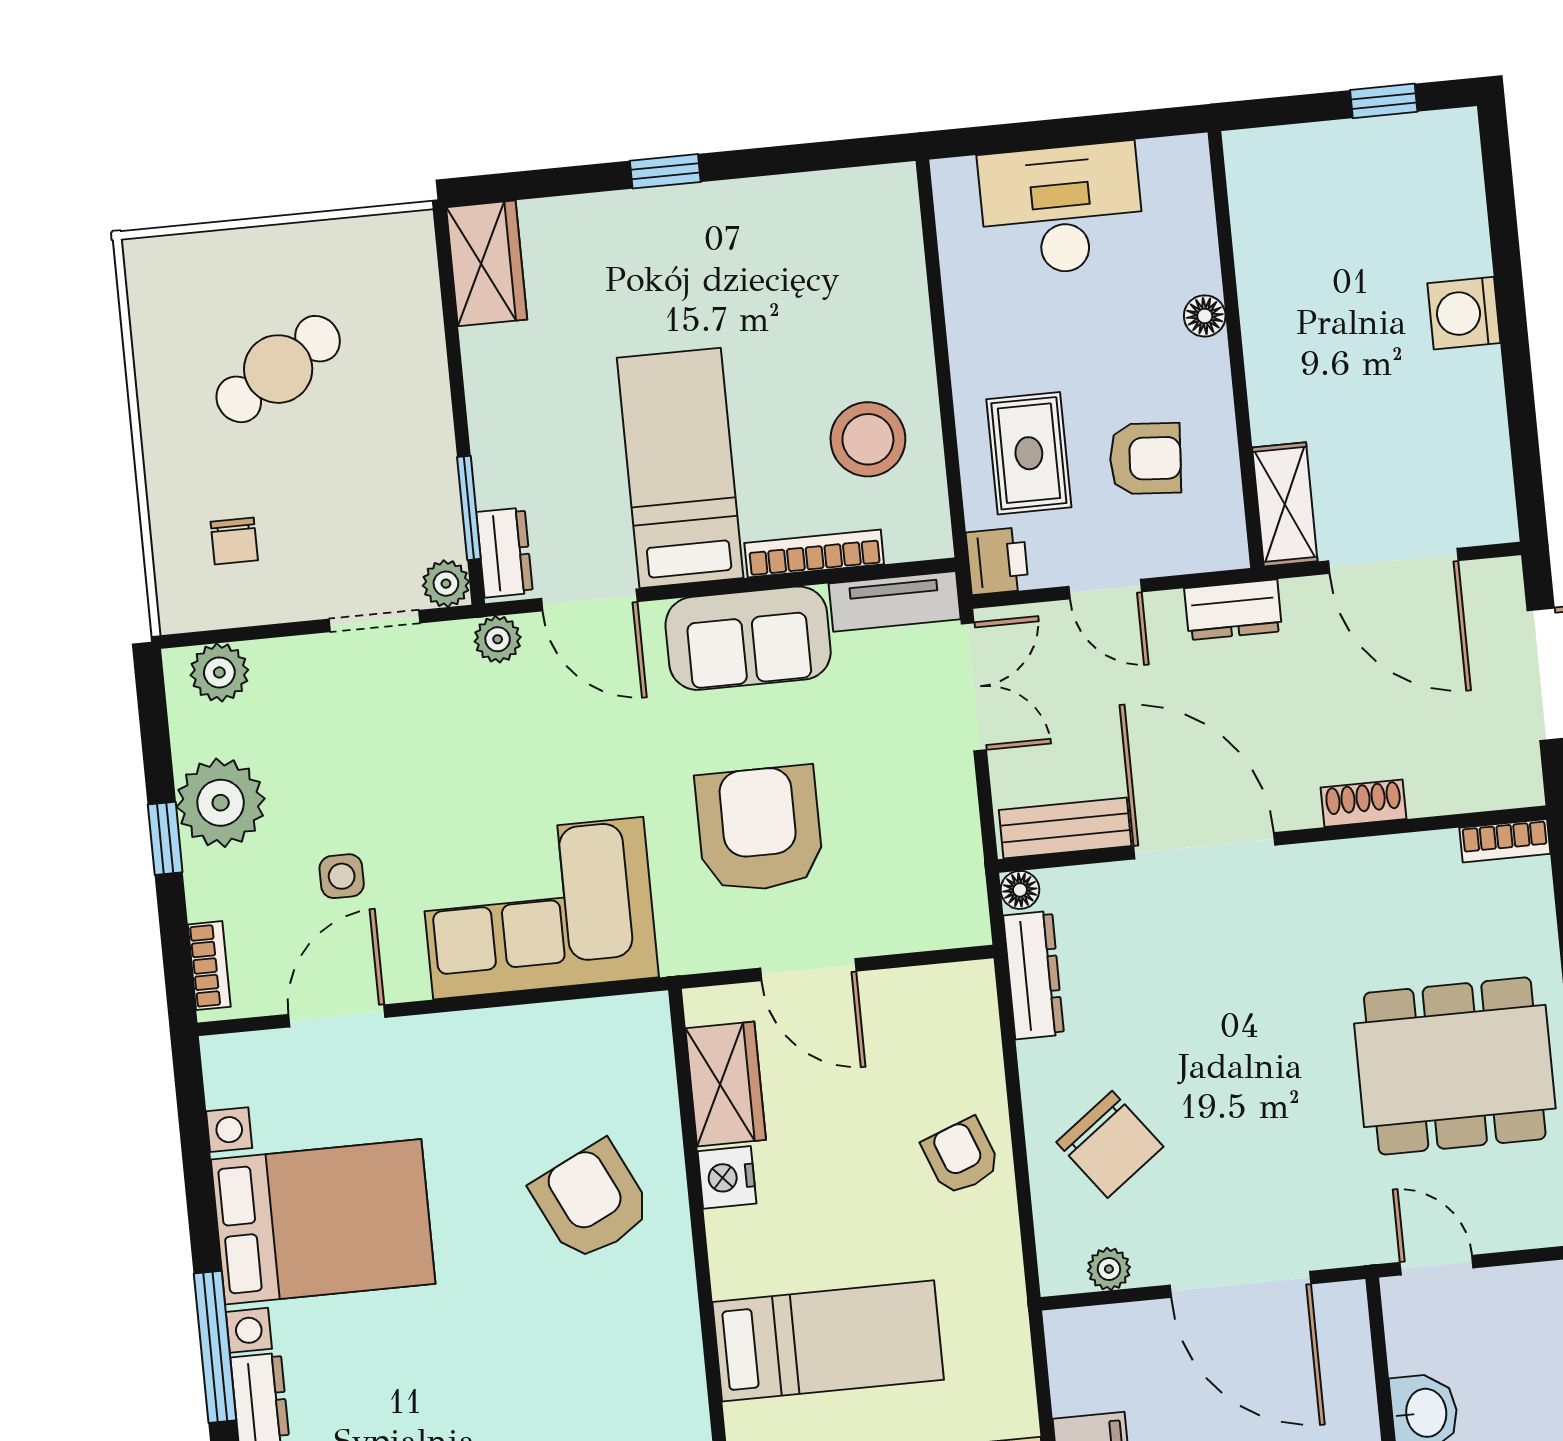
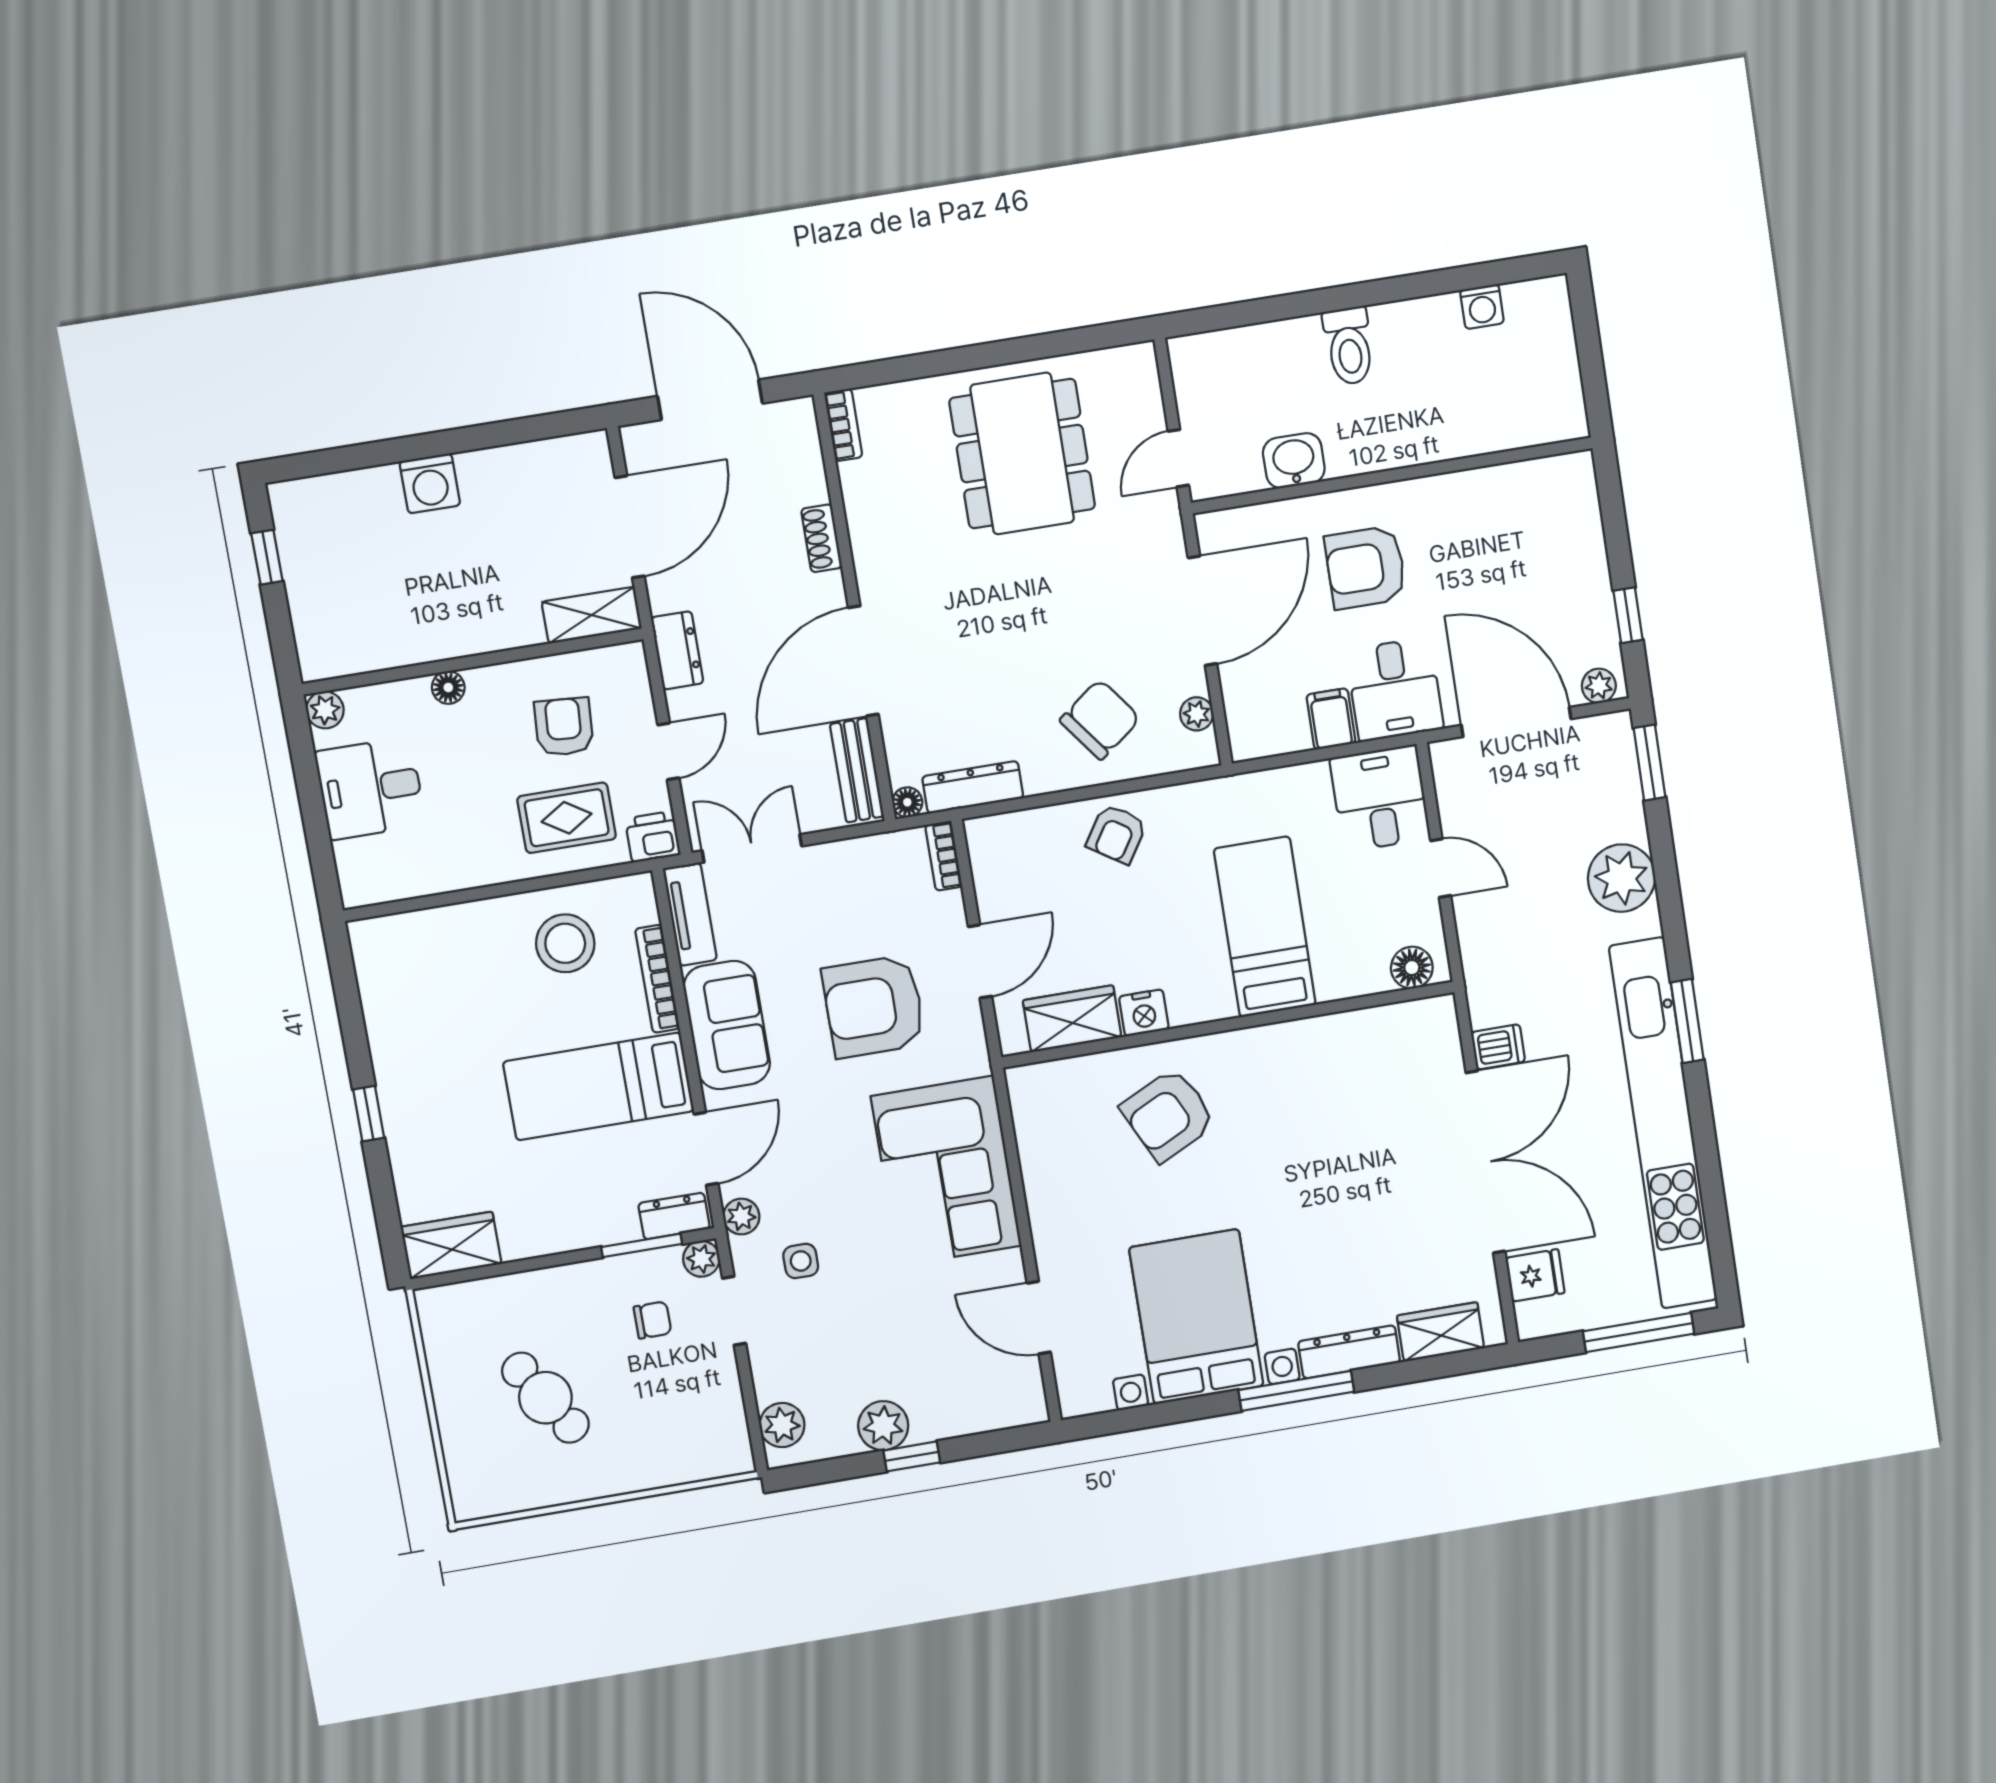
plant: (1186, 158) -> (325, 710), added
desk: (1061, 209) -> (370, 788), width x0.73
chair: (234, 541) -> (652, 1320), moved
plant: (221, 803) -> (883, 1426), width x0.73, depth x0.73
side table: (342, 876) -> (801, 1261), moved
bookcase: (209, 966) -> (944, 856), moved, turned -90
armchair: (961, 1156) -> (1117, 834), turned -36

